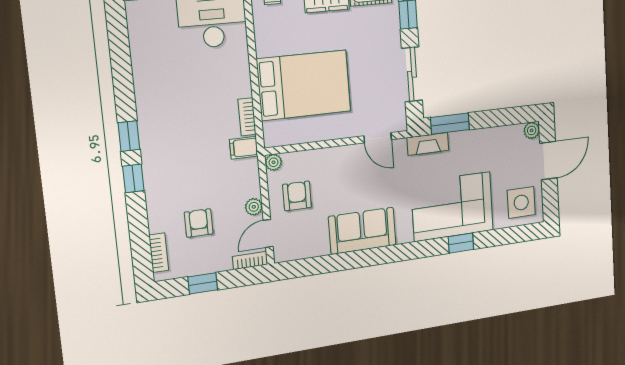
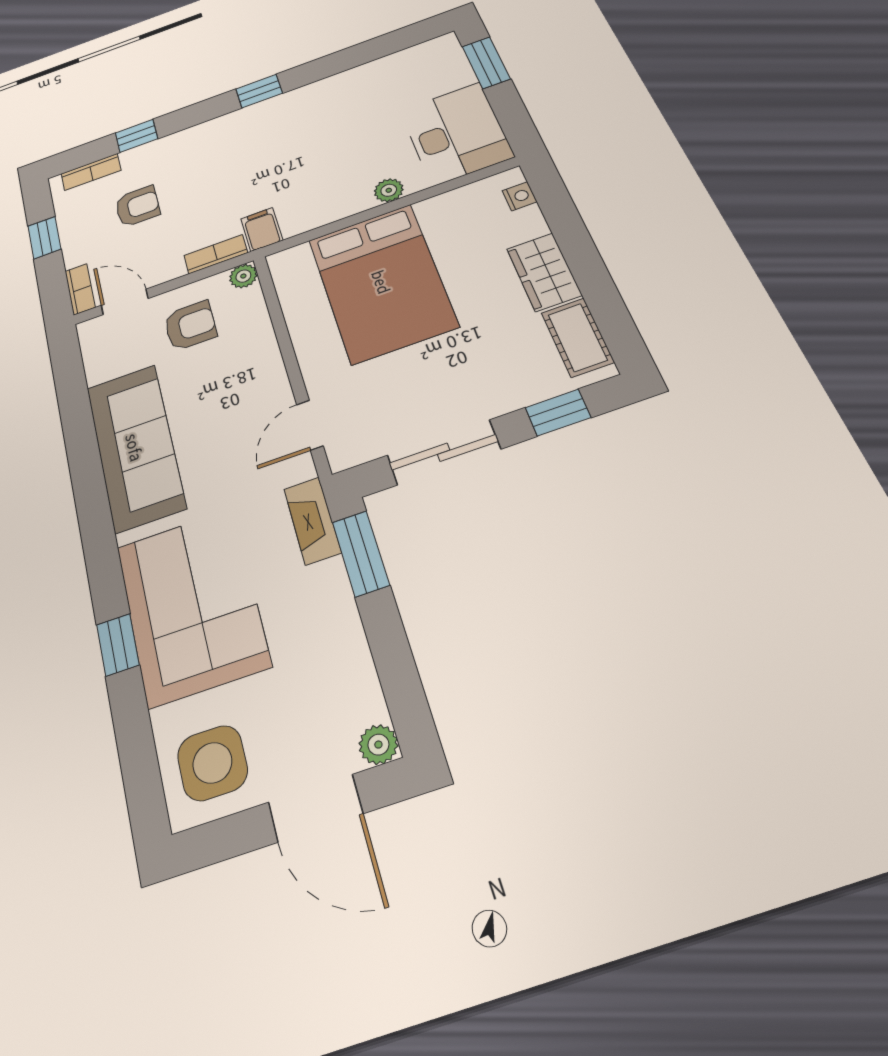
bookcase: (247, 117) -> (216, 254), moved
window: (133, 178) -> (136, 136), moved
plant: (254, 207) -> (389, 190), moved
sofa: (362, 231) -> (135, 447), width x1.36

